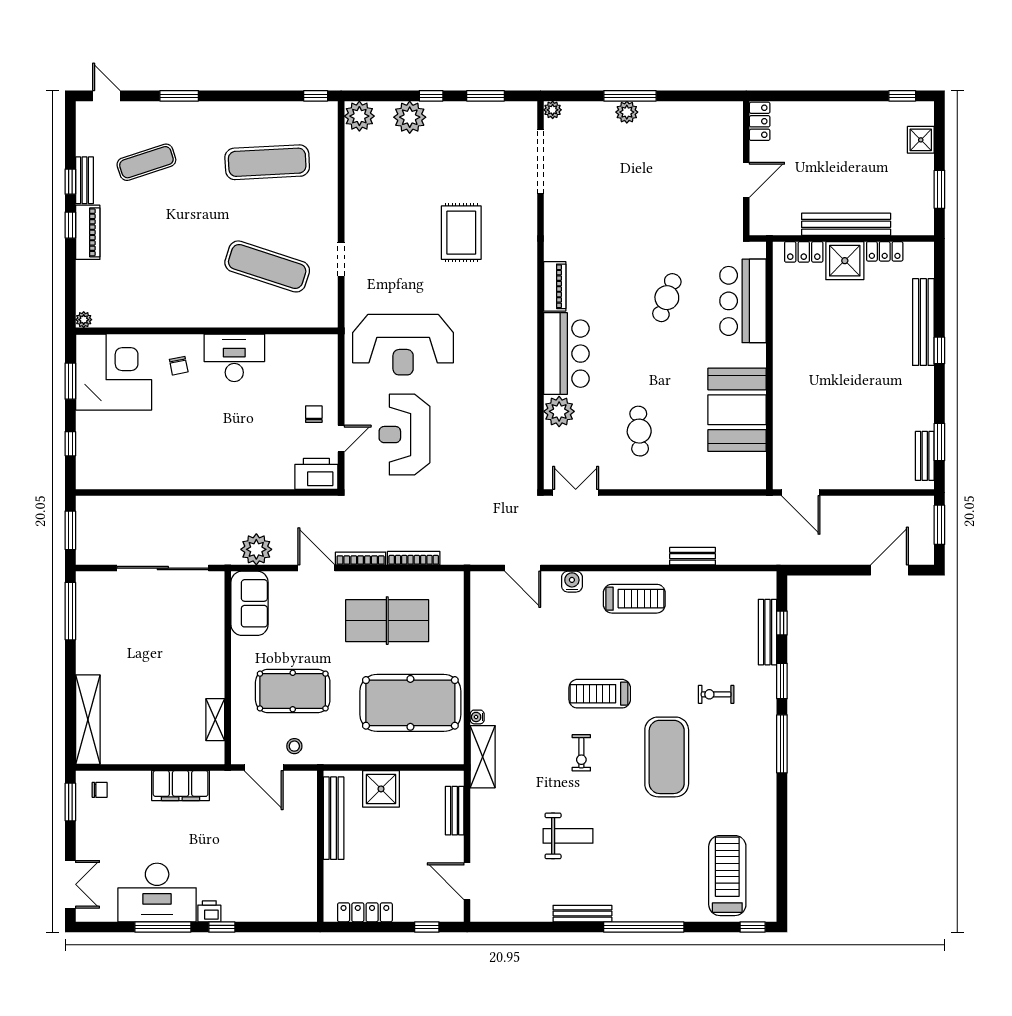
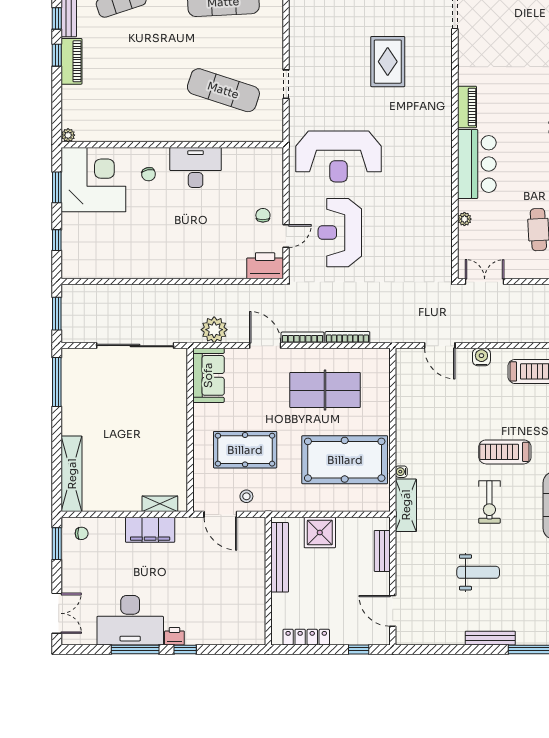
plant: (559, 411) -> (464, 219), width x0.53, depth x0.53
shelving: (215, 720) -> (160, 504), moved, turned 90
exercise bike: (581, 753) -> (489, 502), width x1.38, depth x1.39

